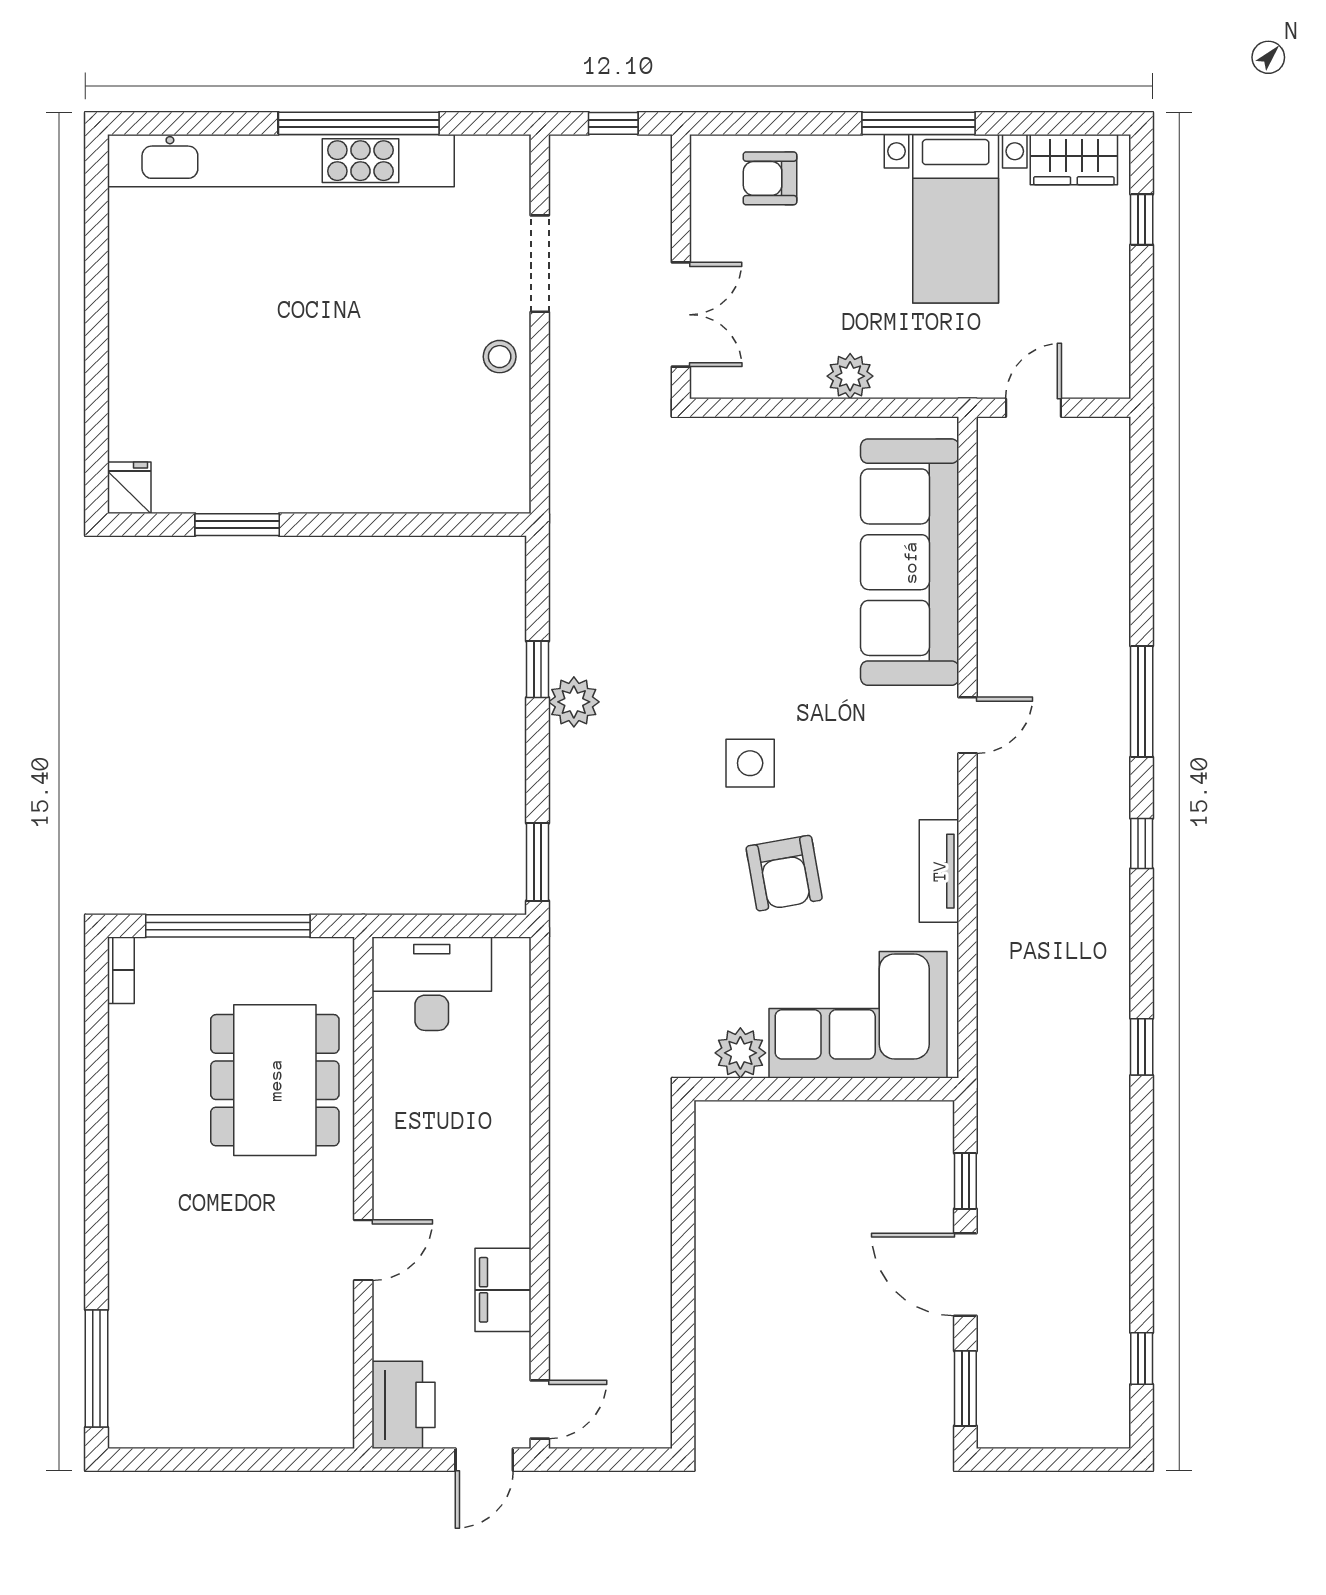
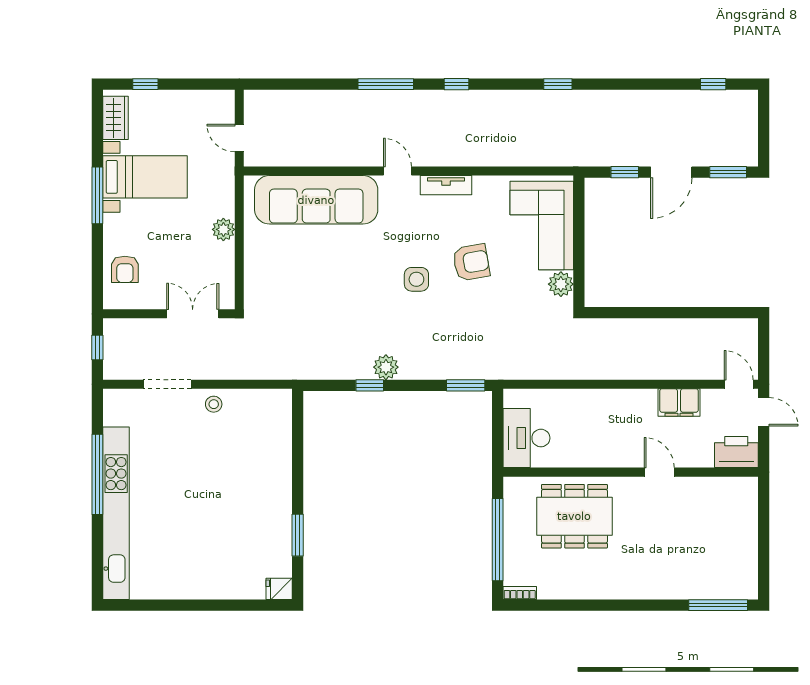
tv unit: (939, 871) -> (446, 185), moved

